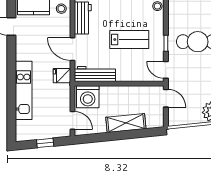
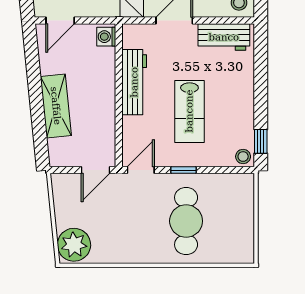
workbench: (95, 74) -> (134, 82), moved
washing machine: (88, 97) -> (106, 37), width x0.53, depth x0.53

